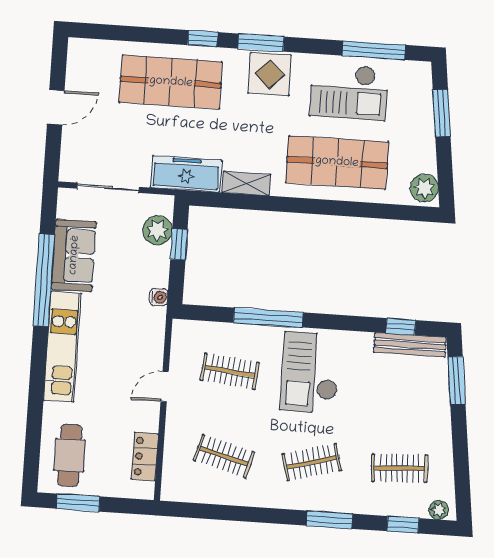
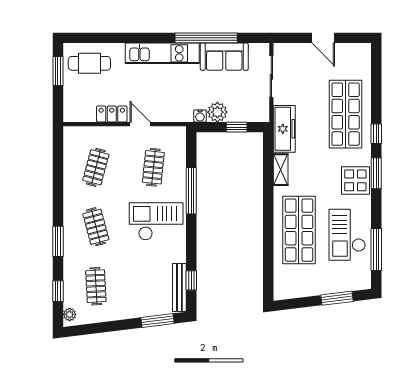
plant: (424, 188) -> (286, 290), removed
plant: (158, 230) -> (217, 112), moved
locker: (145, 456) -> (112, 114), moved

